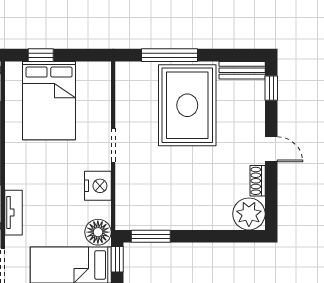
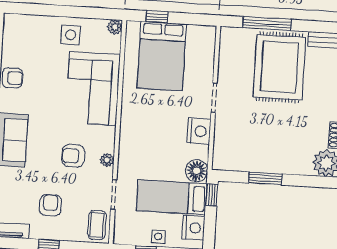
tv unit: (13, 213) -> (126, 150), removed
window: (151, 236) -> (265, 178), moved

